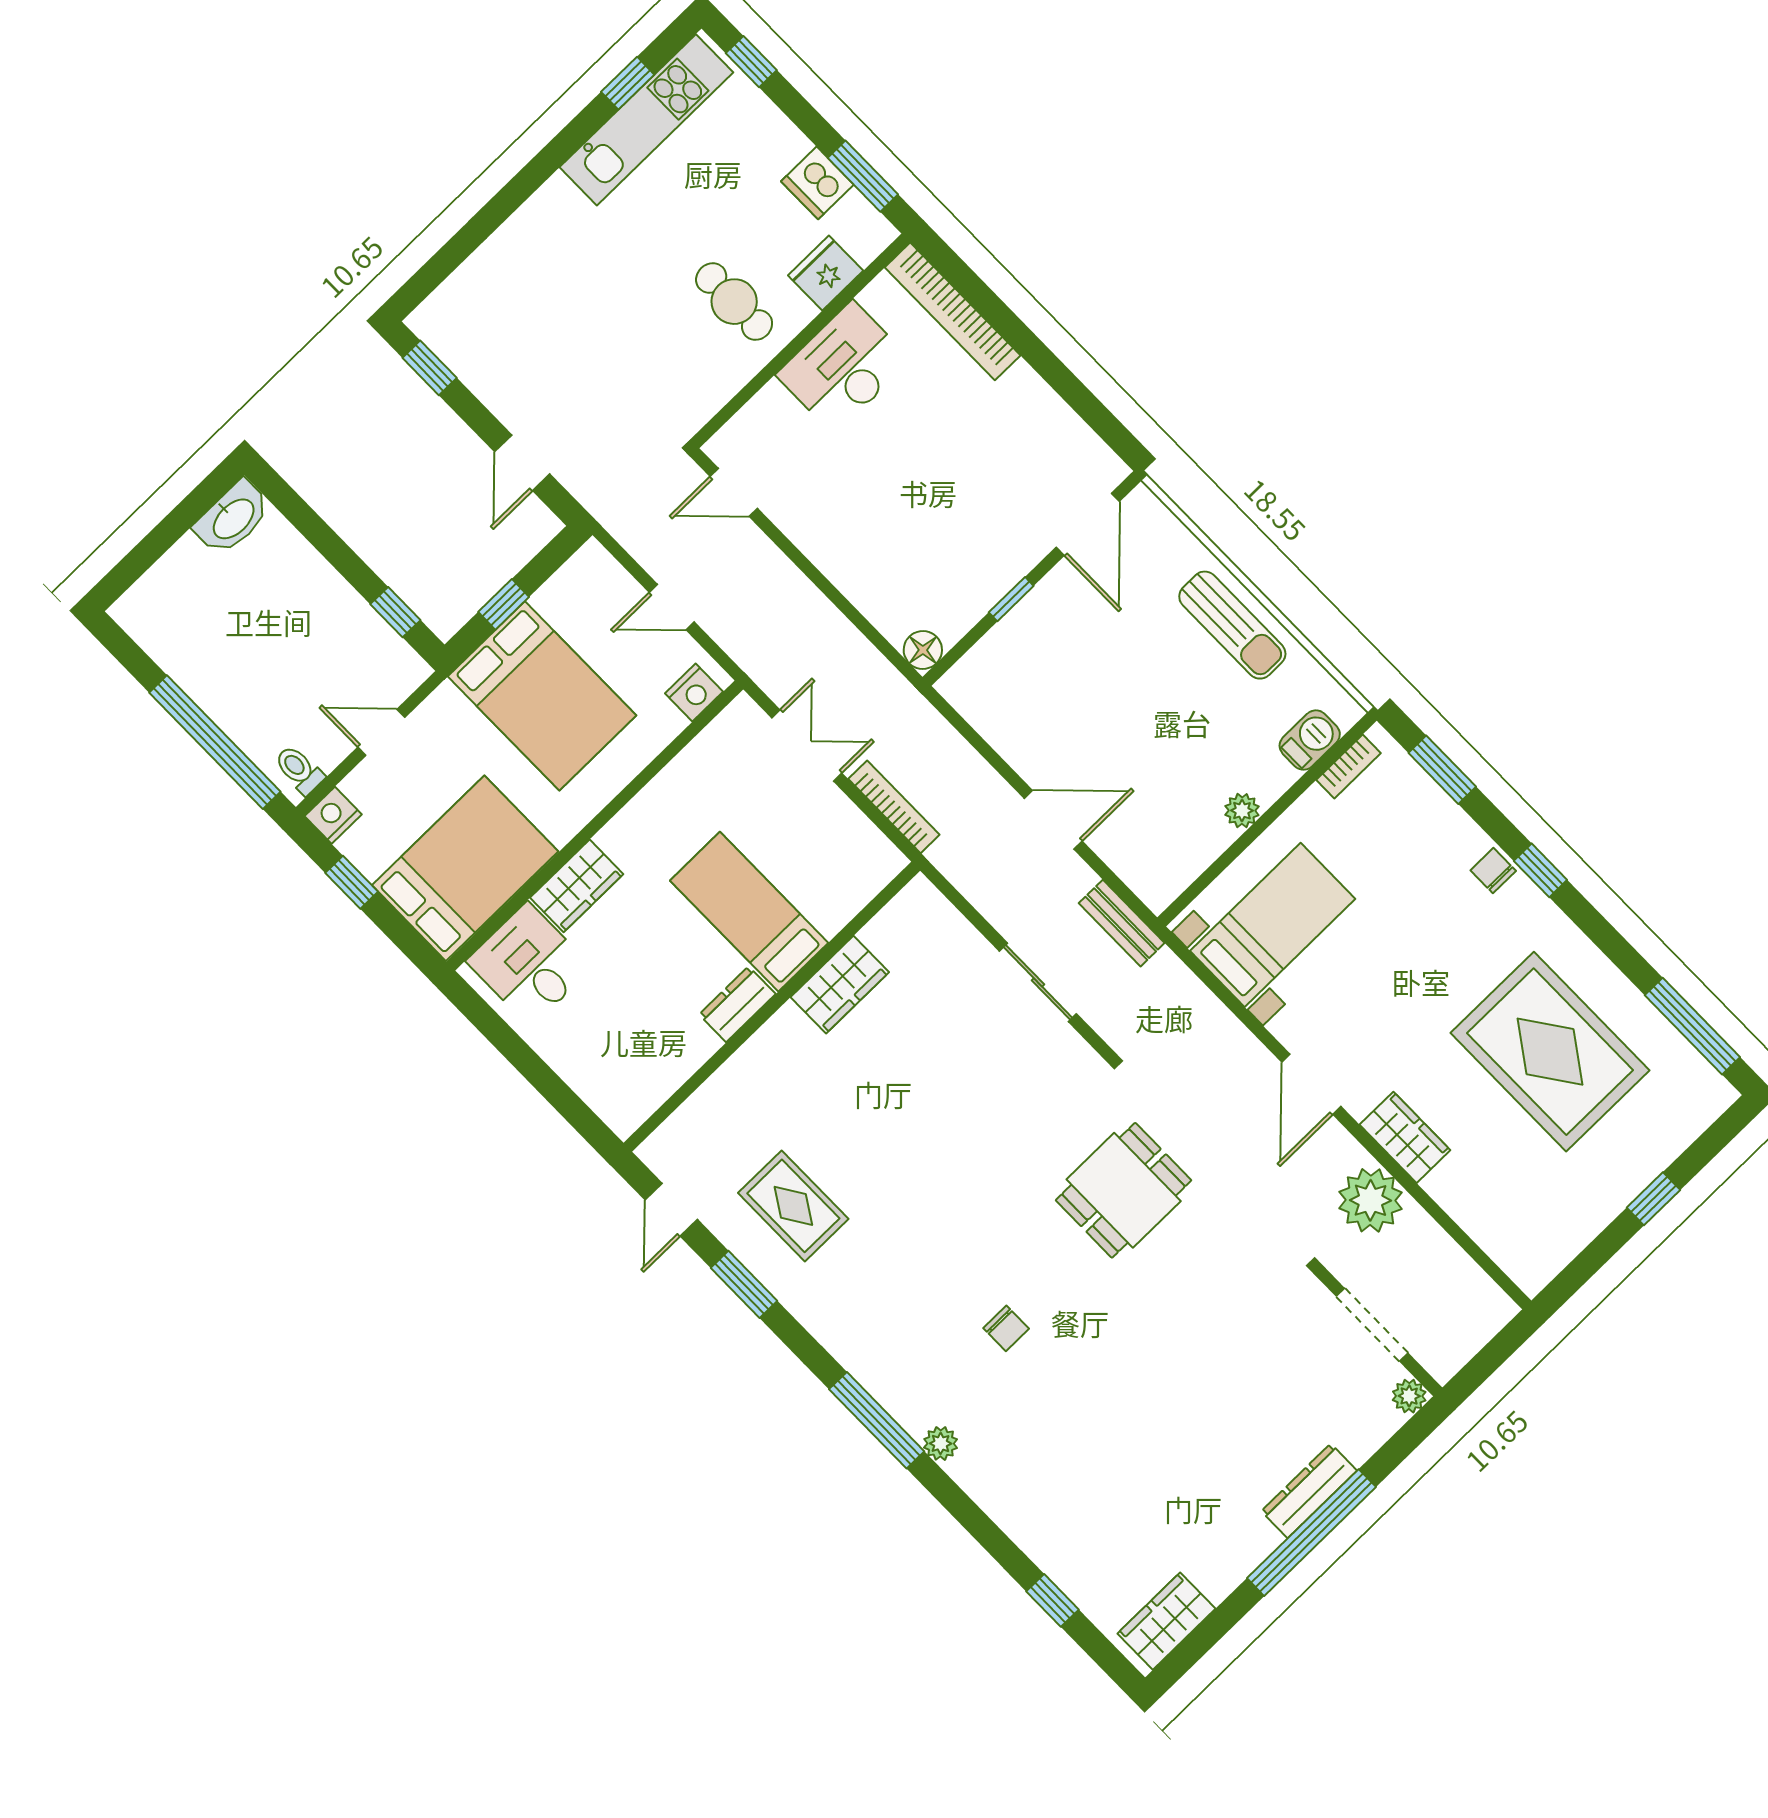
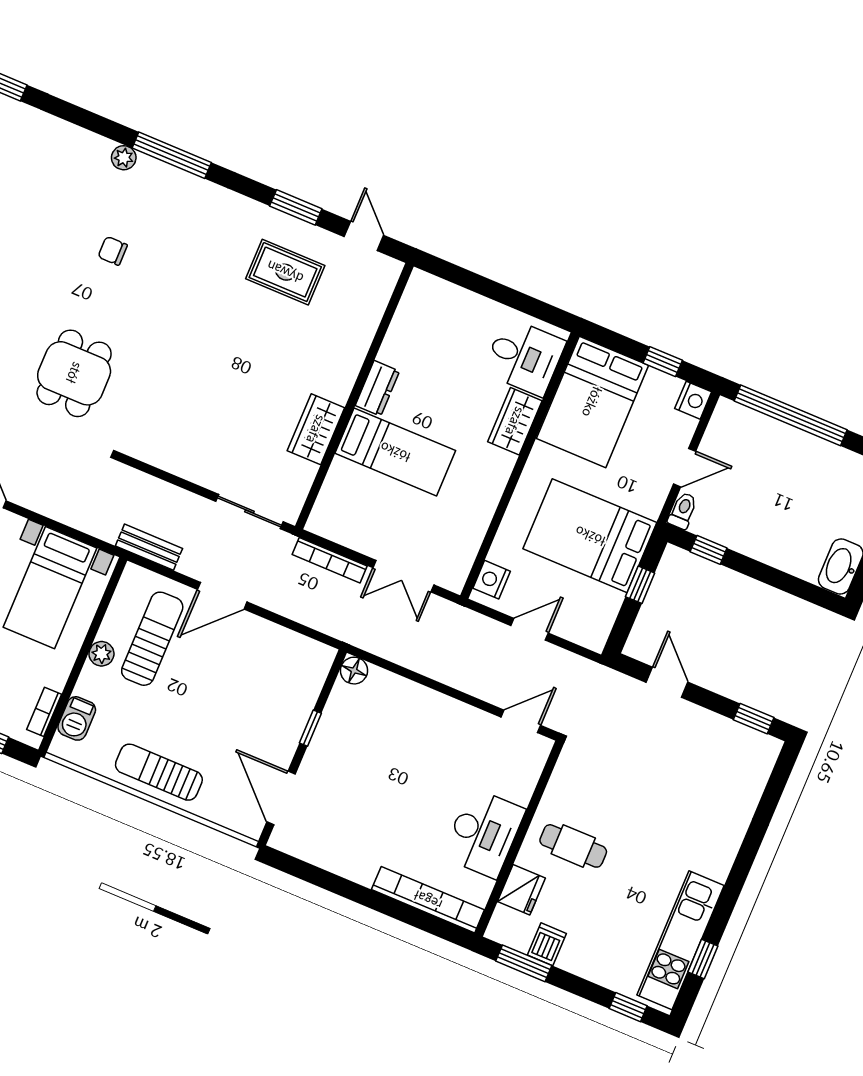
dishwasher: (817, 183) -> (547, 944), width x0.73
toilet: (299, 770) -> (683, 511), moved, turned -90
sun lounger: (1168, 802) -> (152, 639), added
sliding door: (1038, 982) -> (249, 512), moved

